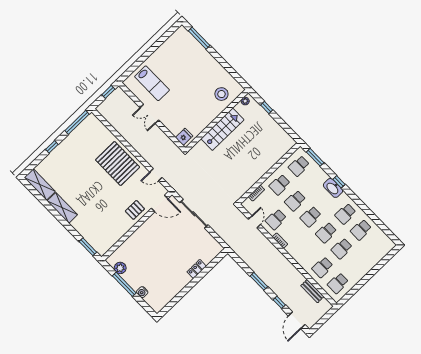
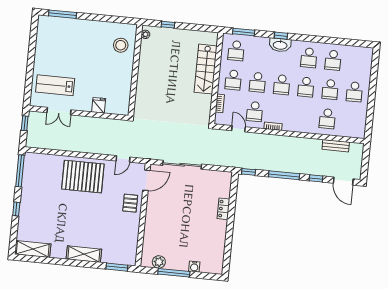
lab bench: (152, 83) -> (55, 85), turned 180
double door: (149, 114) -> (59, 111), moved
stairs: (222, 129) -> (206, 69), moved, turned 180
fridge: (184, 137) -> (99, 105), moved
shelving: (62, 208) -> (84, 254), moved
window: (236, 258) -> (248, 172), added
window: (259, 281) -> (284, 175), width x1.44
school desk: (338, 283) -> (354, 92), moved

